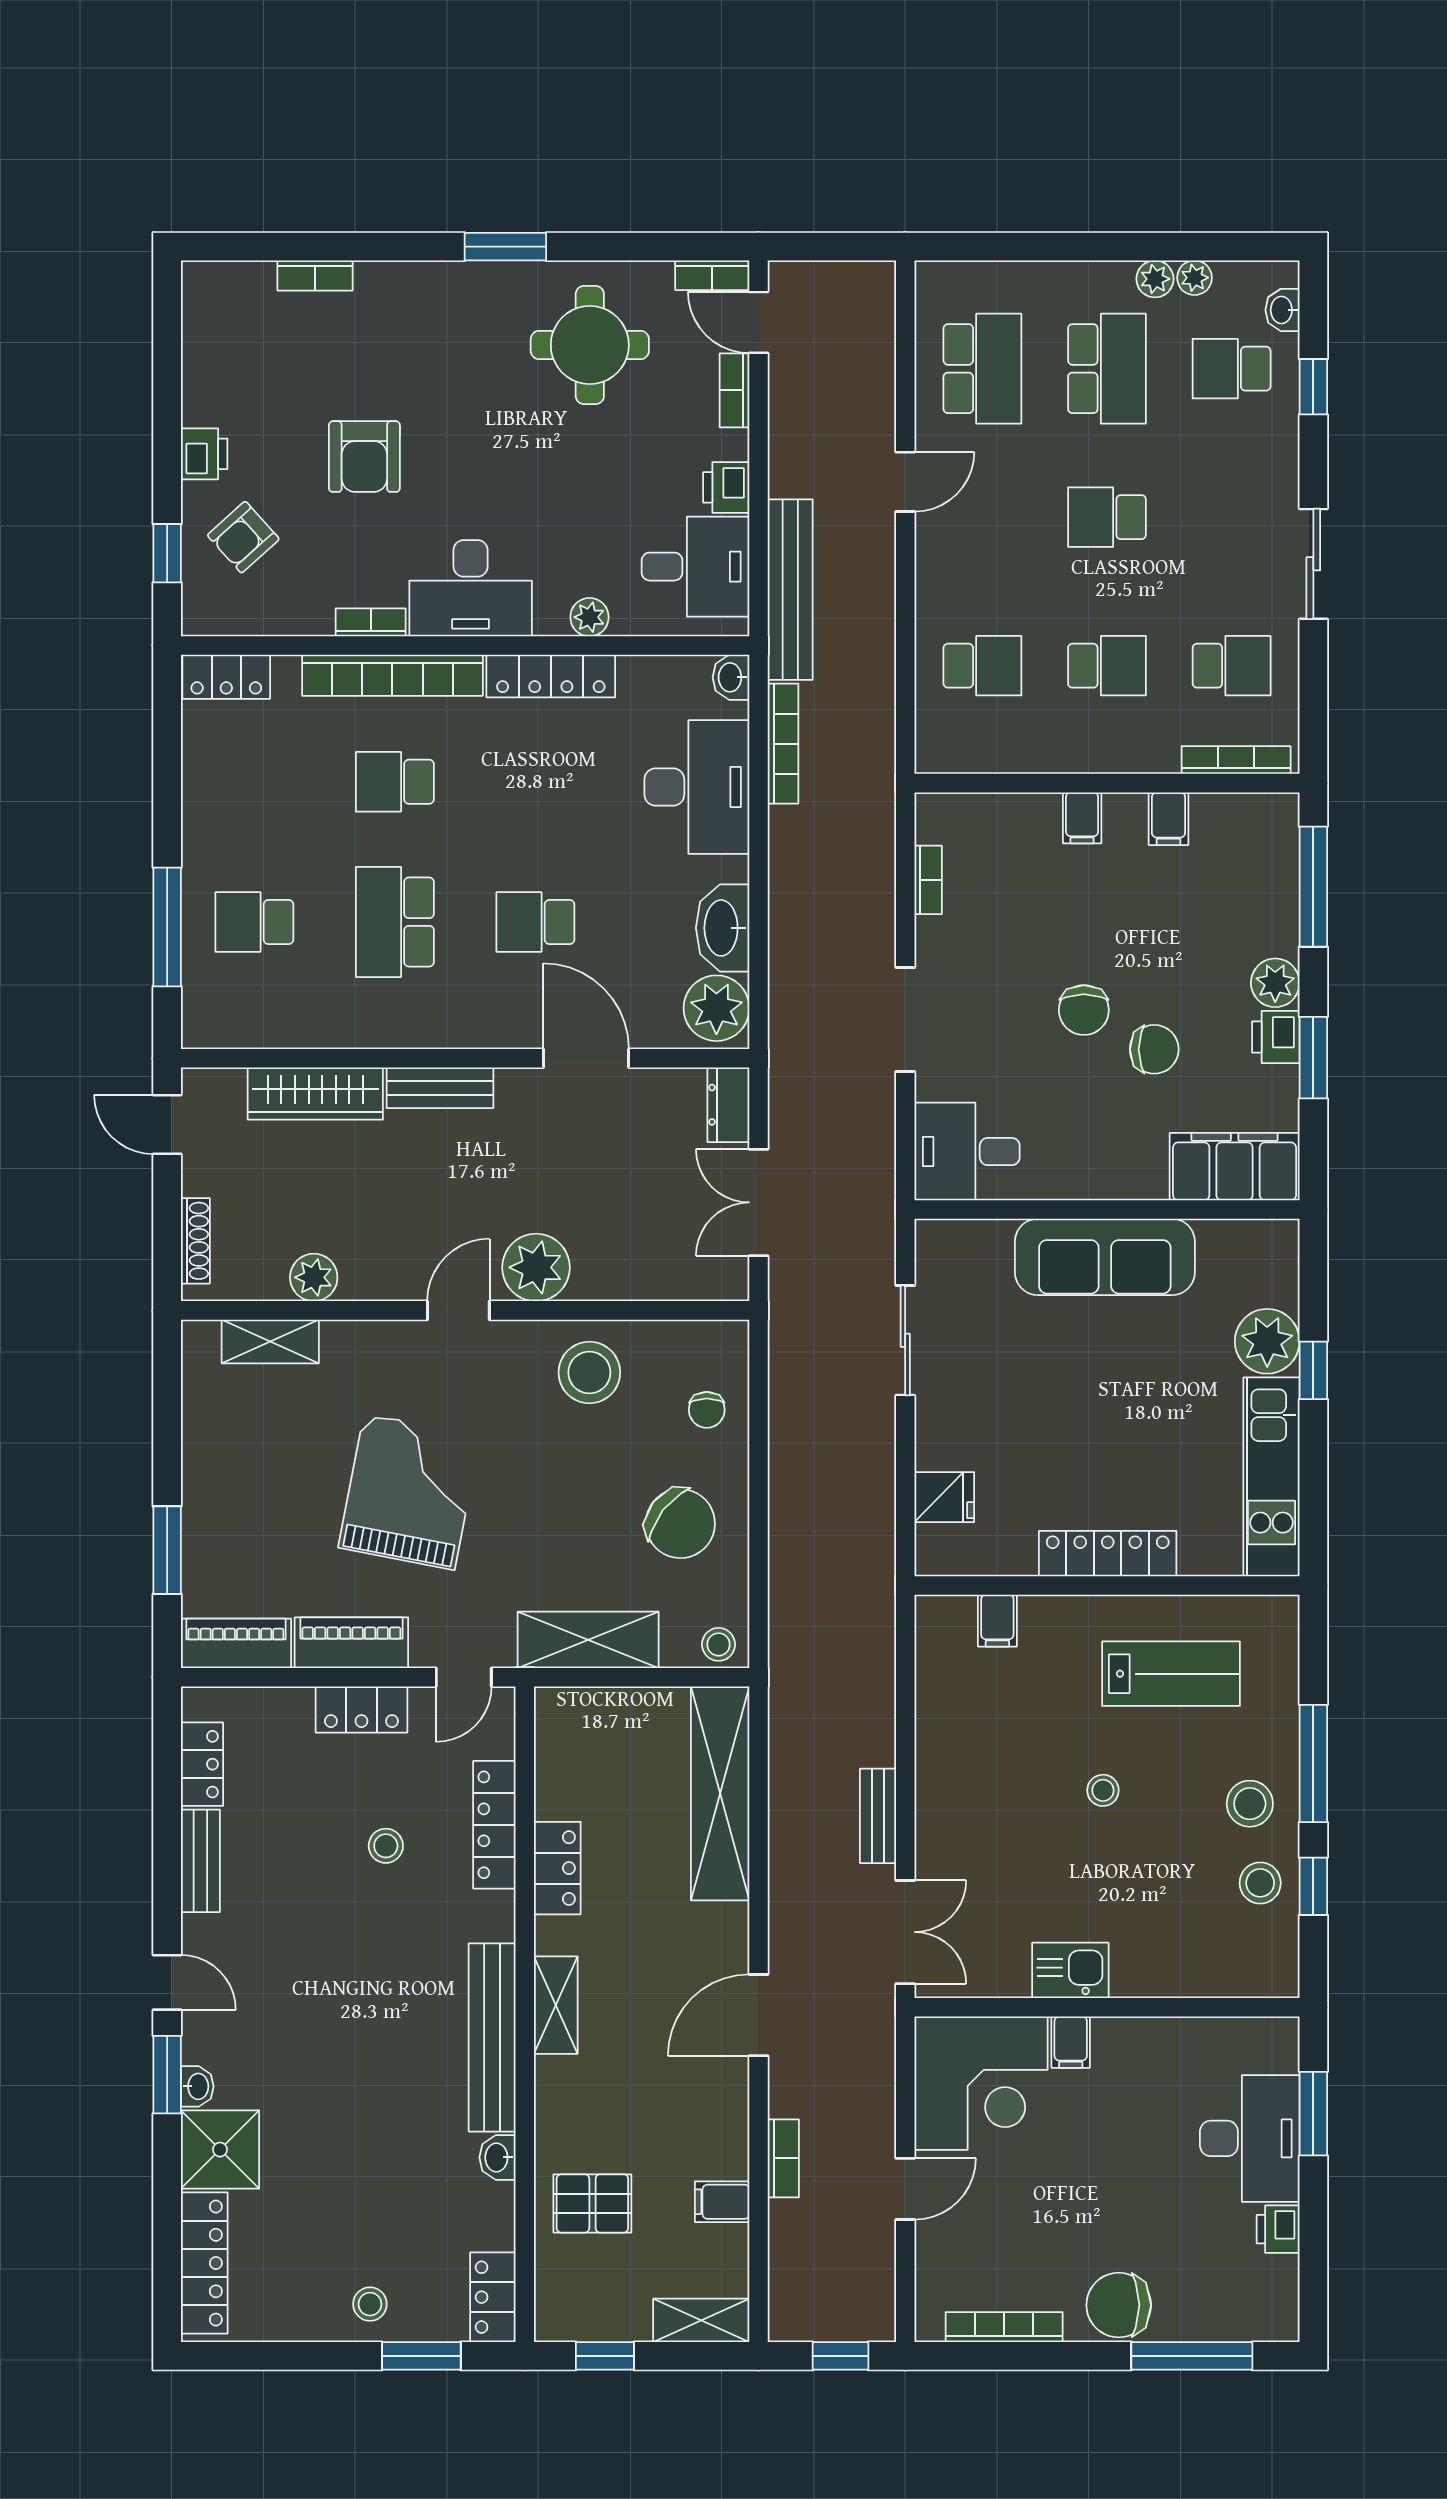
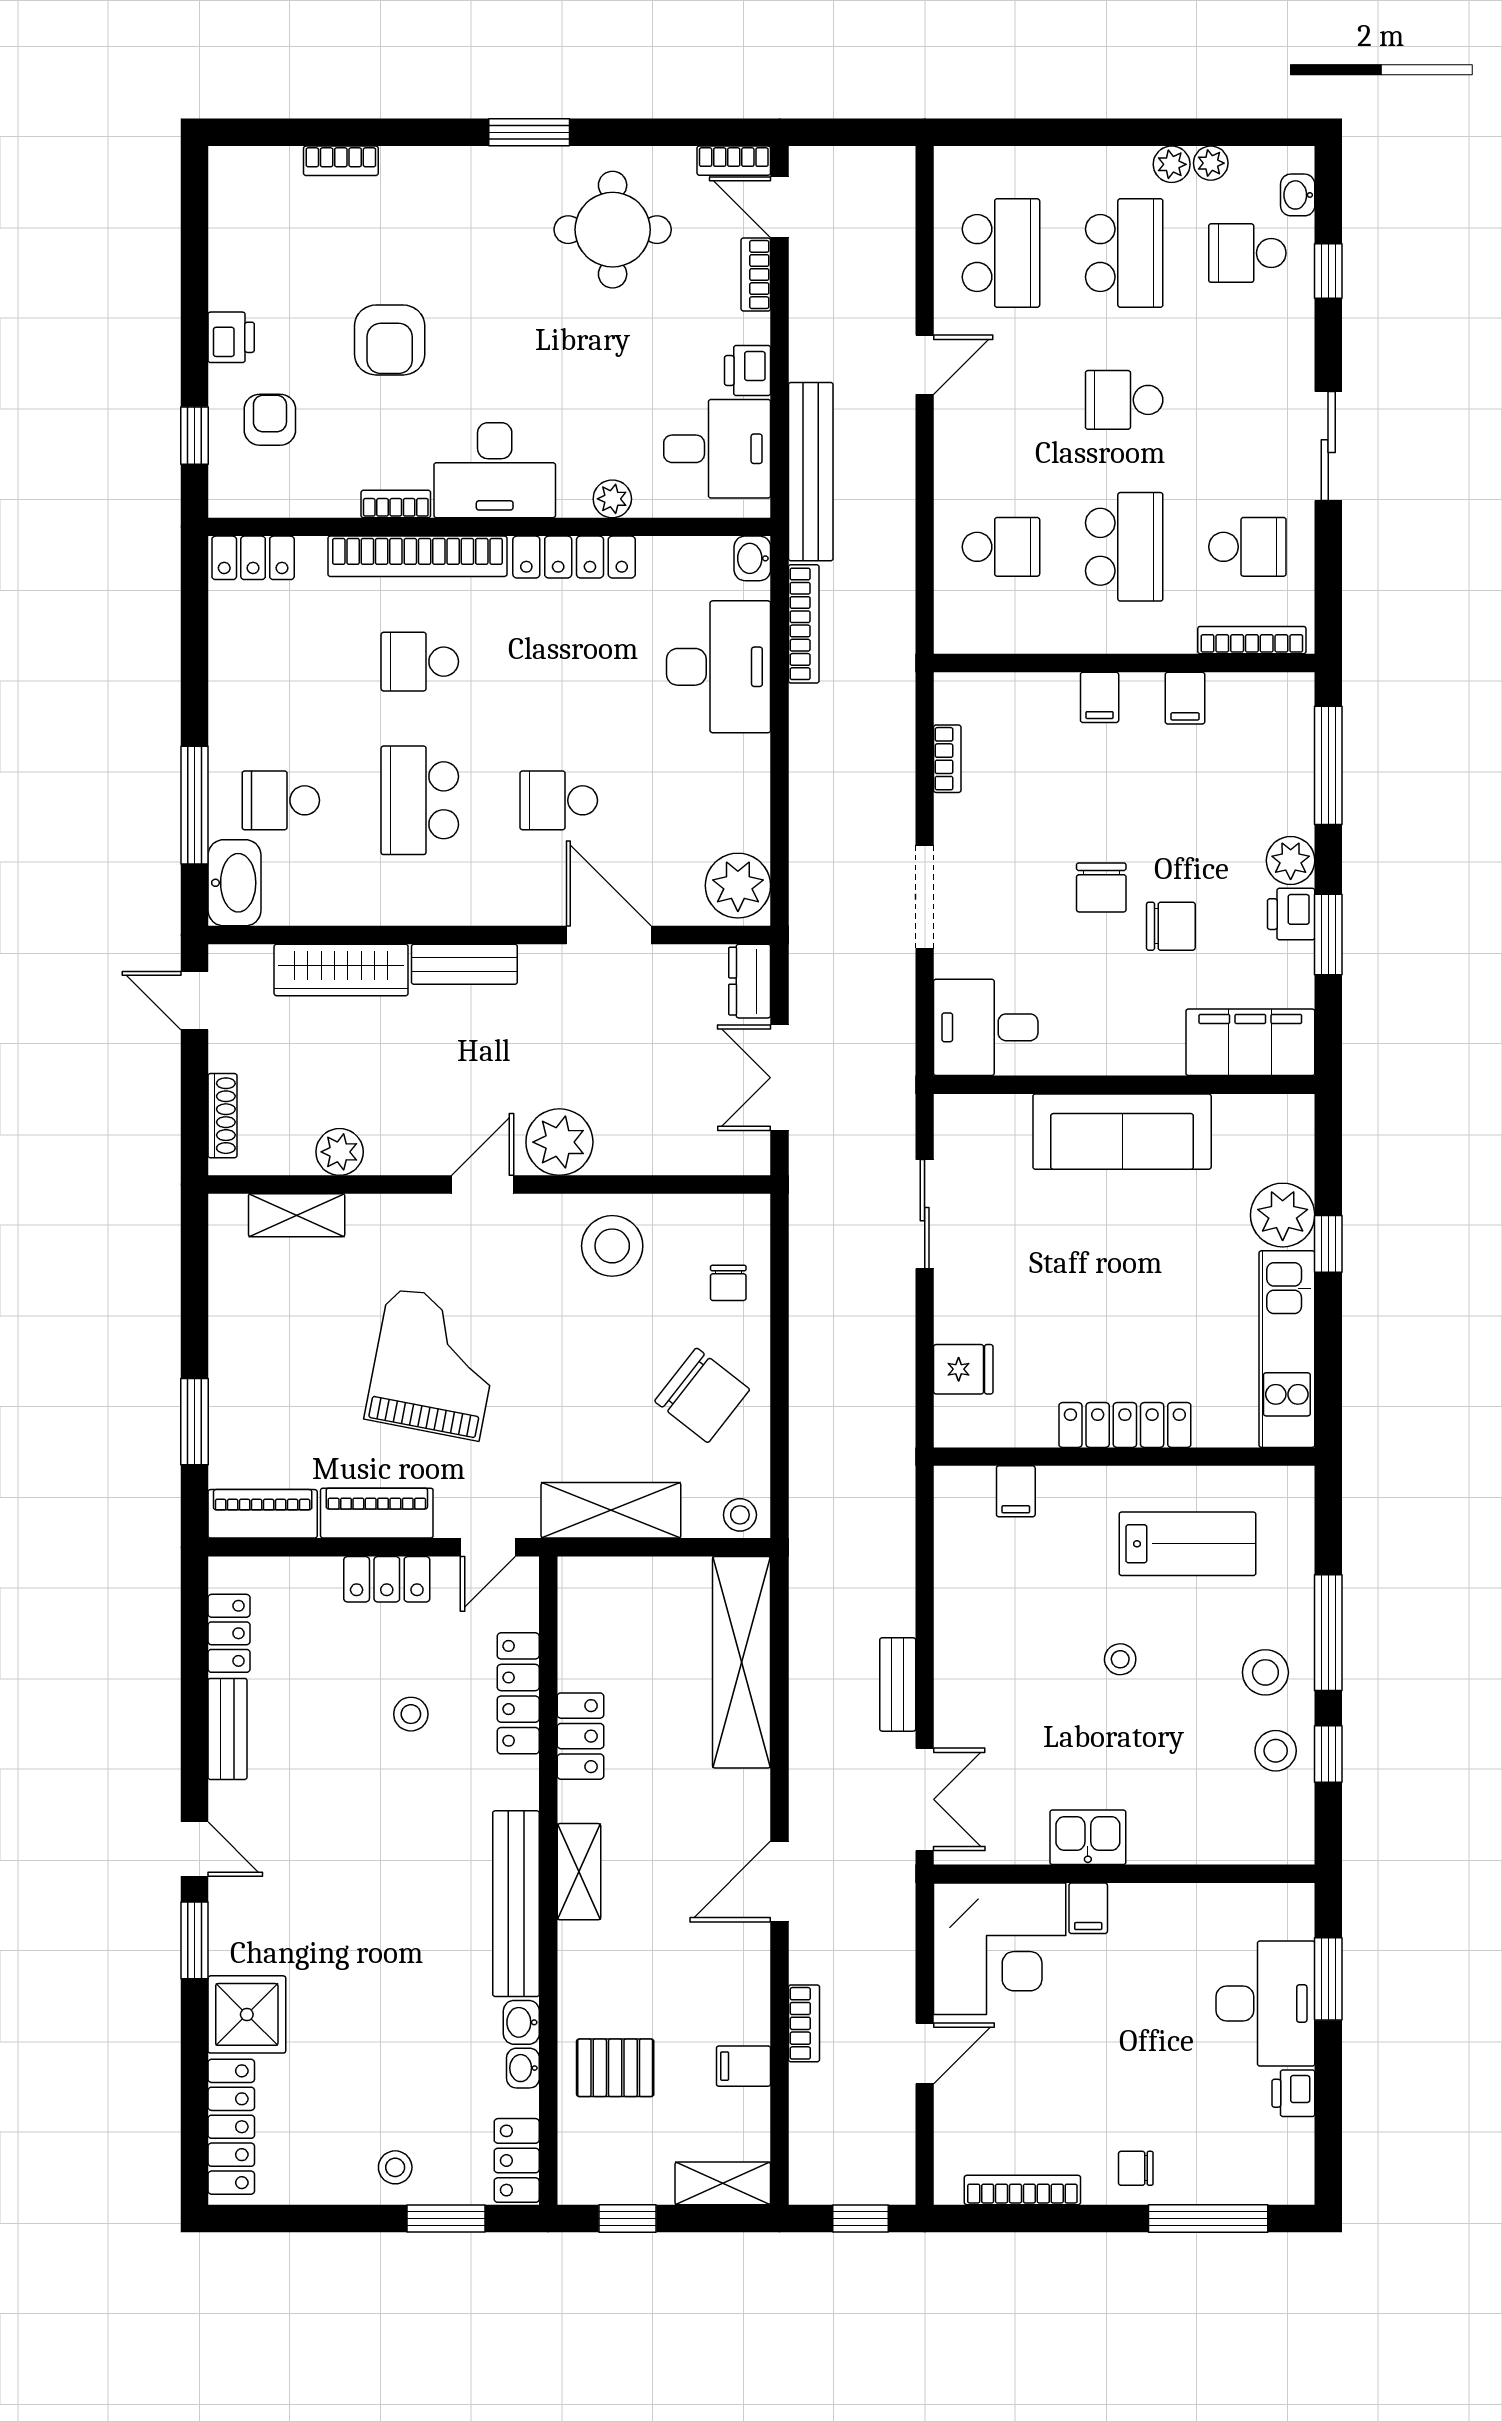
armchair: (243, 537) -> (270, 420), turned 132
school desk: (1107, 666) -> (1124, 547), width x1.85
washbasin: (723, 928) -> (234, 883), moved, turned 180
washbasin: (197, 2086) -> (523, 2068), moved, turned 180
chair: (1119, 2305) -> (1136, 2168), width x0.54, depth x0.54

